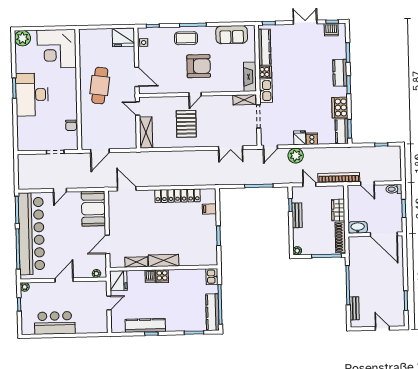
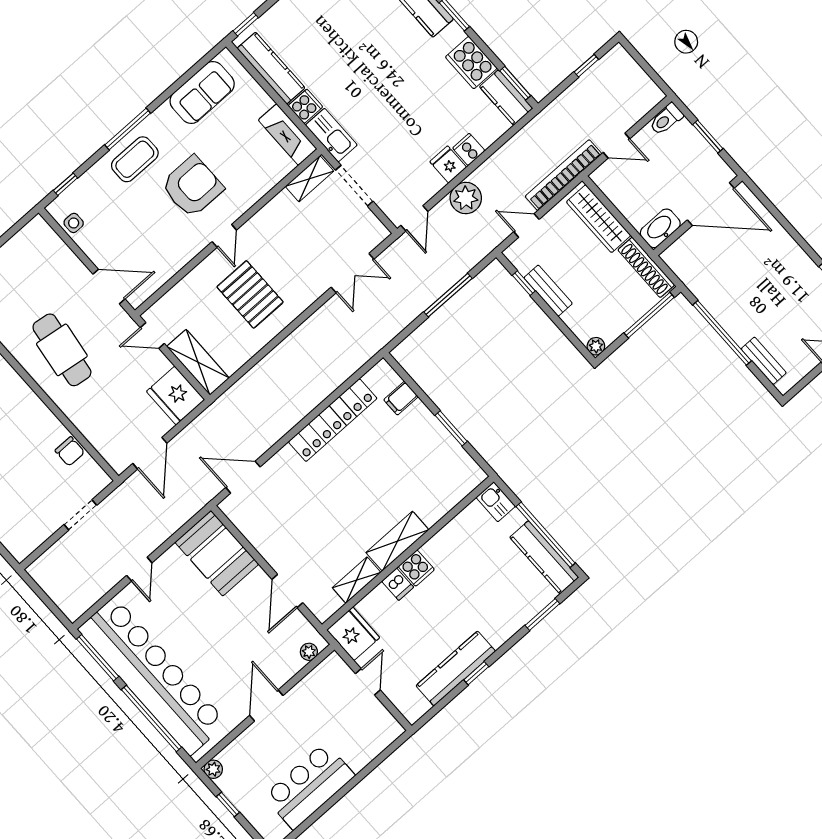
fridge: (123, 37) -> (176, 396), moved, turned 90
wardrobe: (338, 210) -> (599, 219), width x1.50

